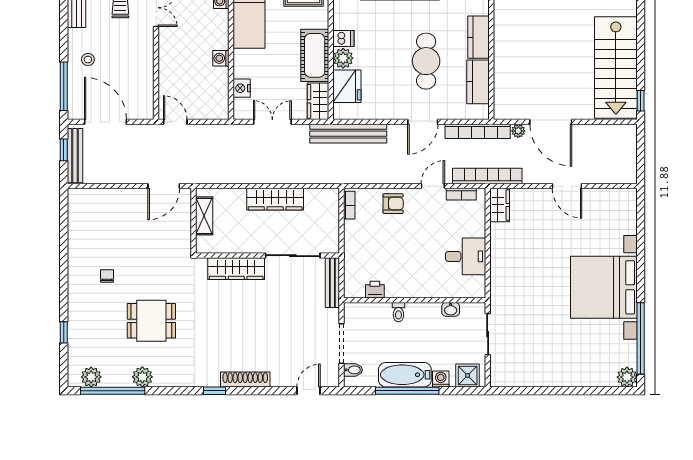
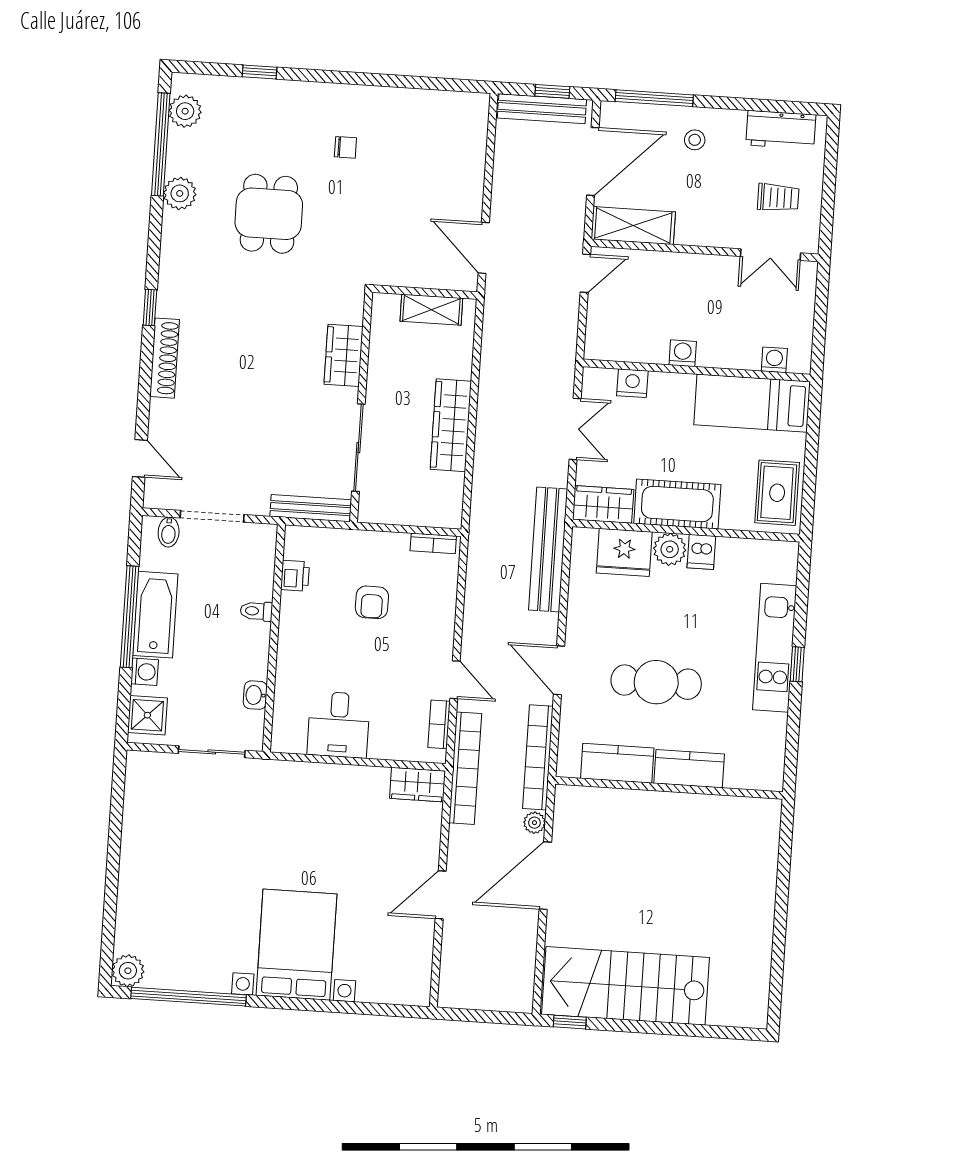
shelving: (144, 94) -> (633, 226), added
armchair: (393, 204) -> (372, 602), moved
wardrobe: (236, 269) -> (343, 355), width x0.67
bed with nightstands: (604, 287) -> (296, 945), width x0.73

